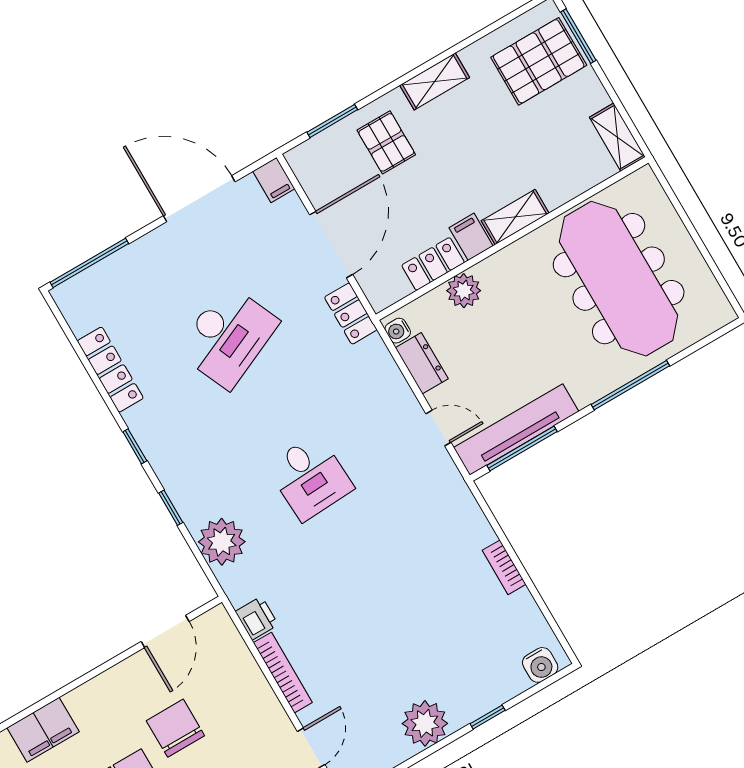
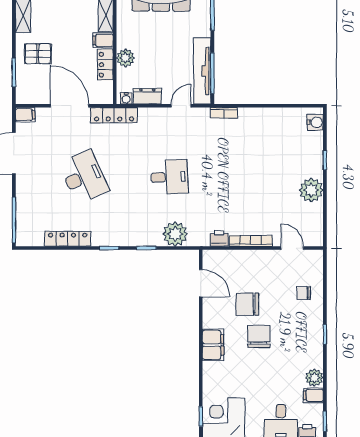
locker: (351, 314) -> (114, 115), width x1.53
bookcase: (504, 567) -> (224, 113), moved
filing cabinet: (43, 730) -> (213, 345), moved

